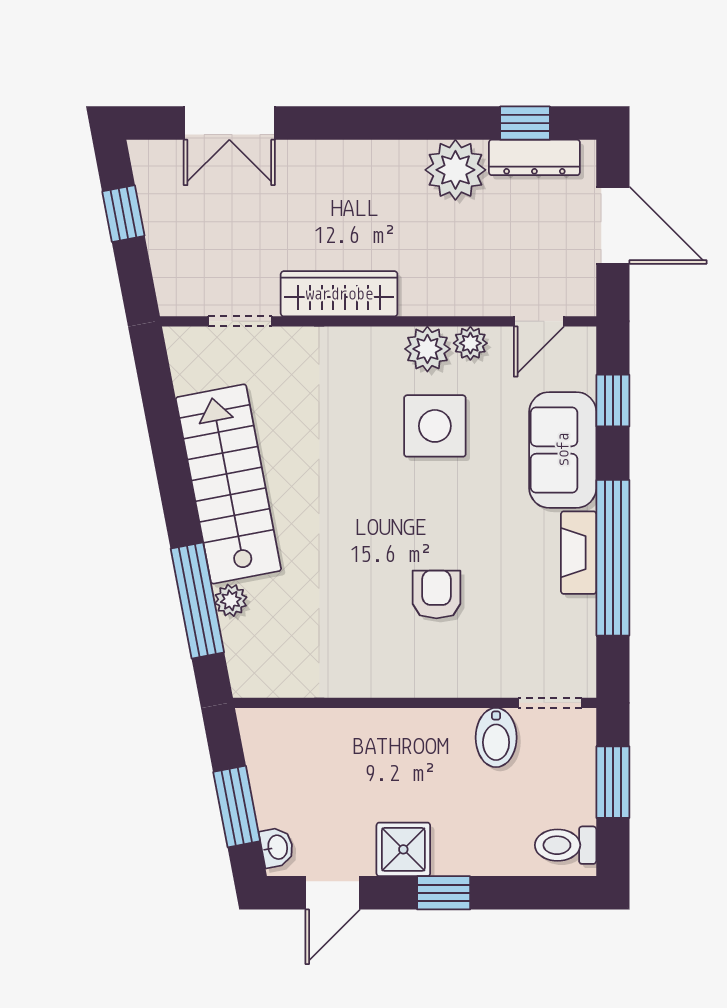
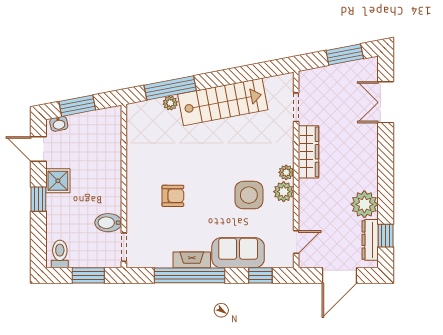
window: (123, 214) -> (345, 55), width x1.50
door: (539, 321) -> (296, 242), swing flipped
plant: (470, 343) -> (286, 172), moved

